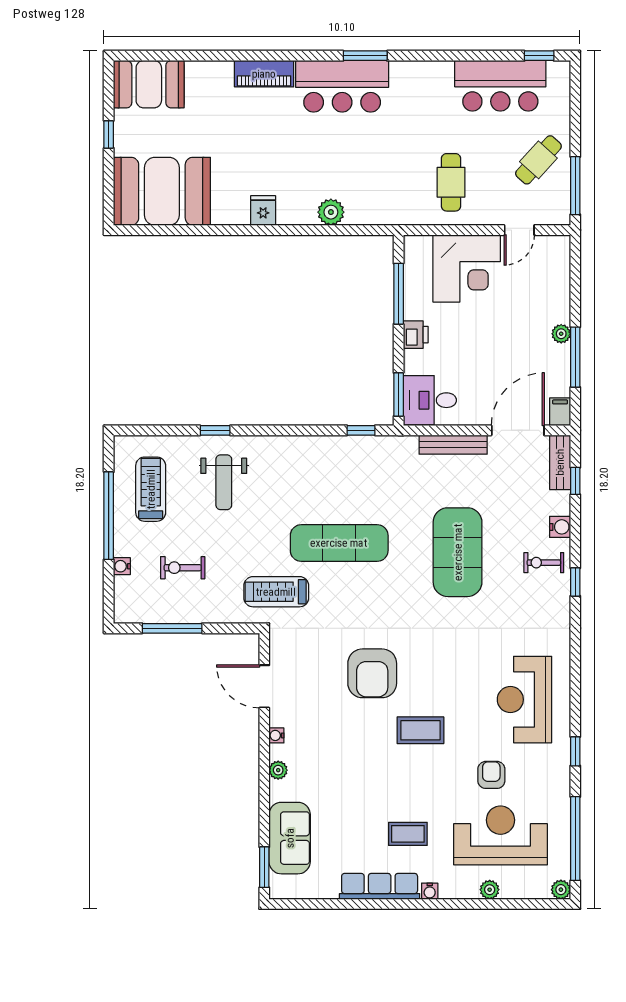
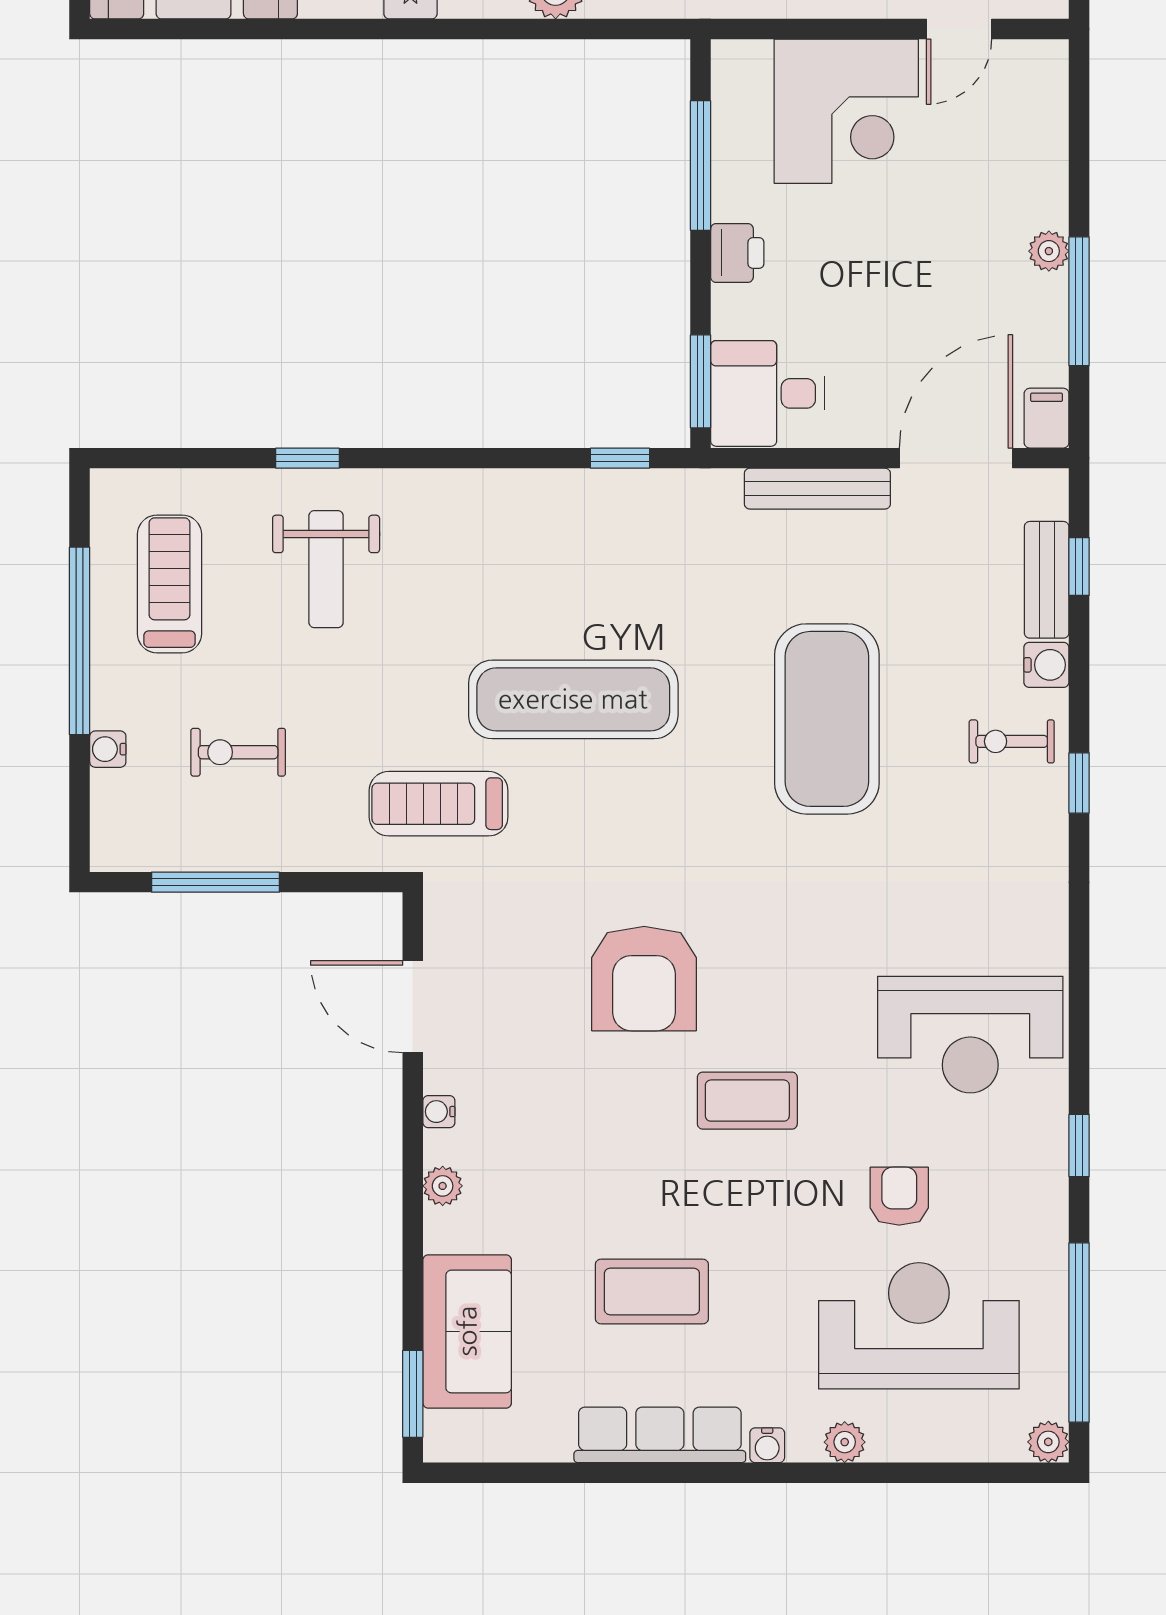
bench: (560, 462) -> (1047, 580), moved
reception desk: (524, 700) -> (970, 1035), turned -90
coffee table: (408, 834) -> (652, 1291), moved, width x1.36, depth x1.30
plant: (490, 890) -> (845, 1442), moved

